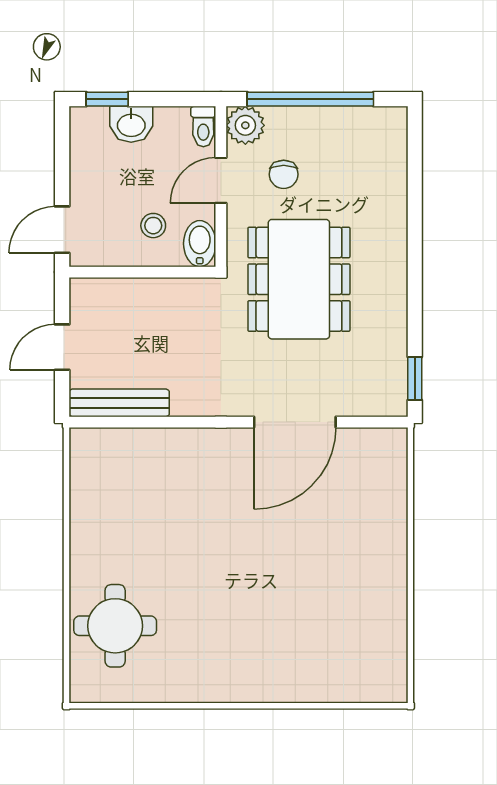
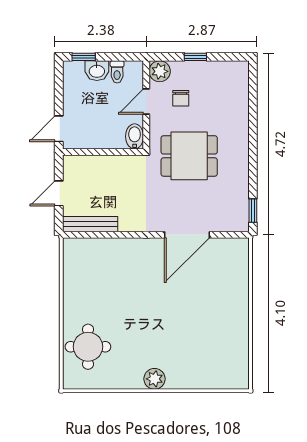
window: (310, 99) -> (195, 57), width x0.32
toilet: (203, 127) -> (117, 72), moved
stool: (153, 226) -> (109, 126), removed
dining table: (299, 279) -> (189, 156), width x0.73
plant: (236, 684) -> (154, 379), added

